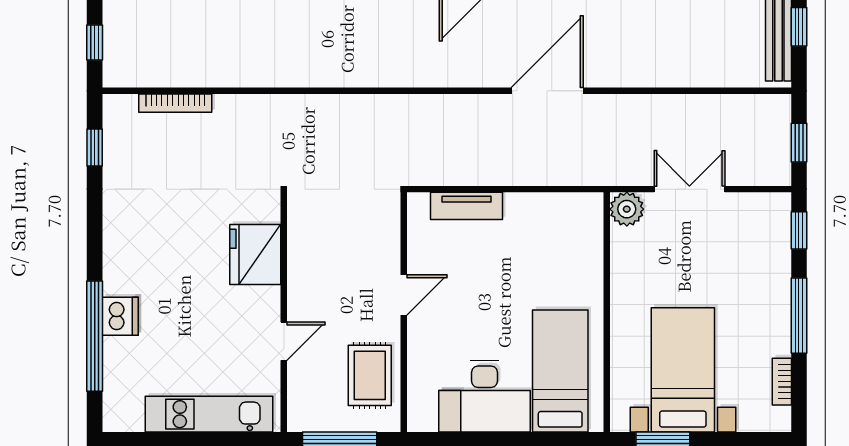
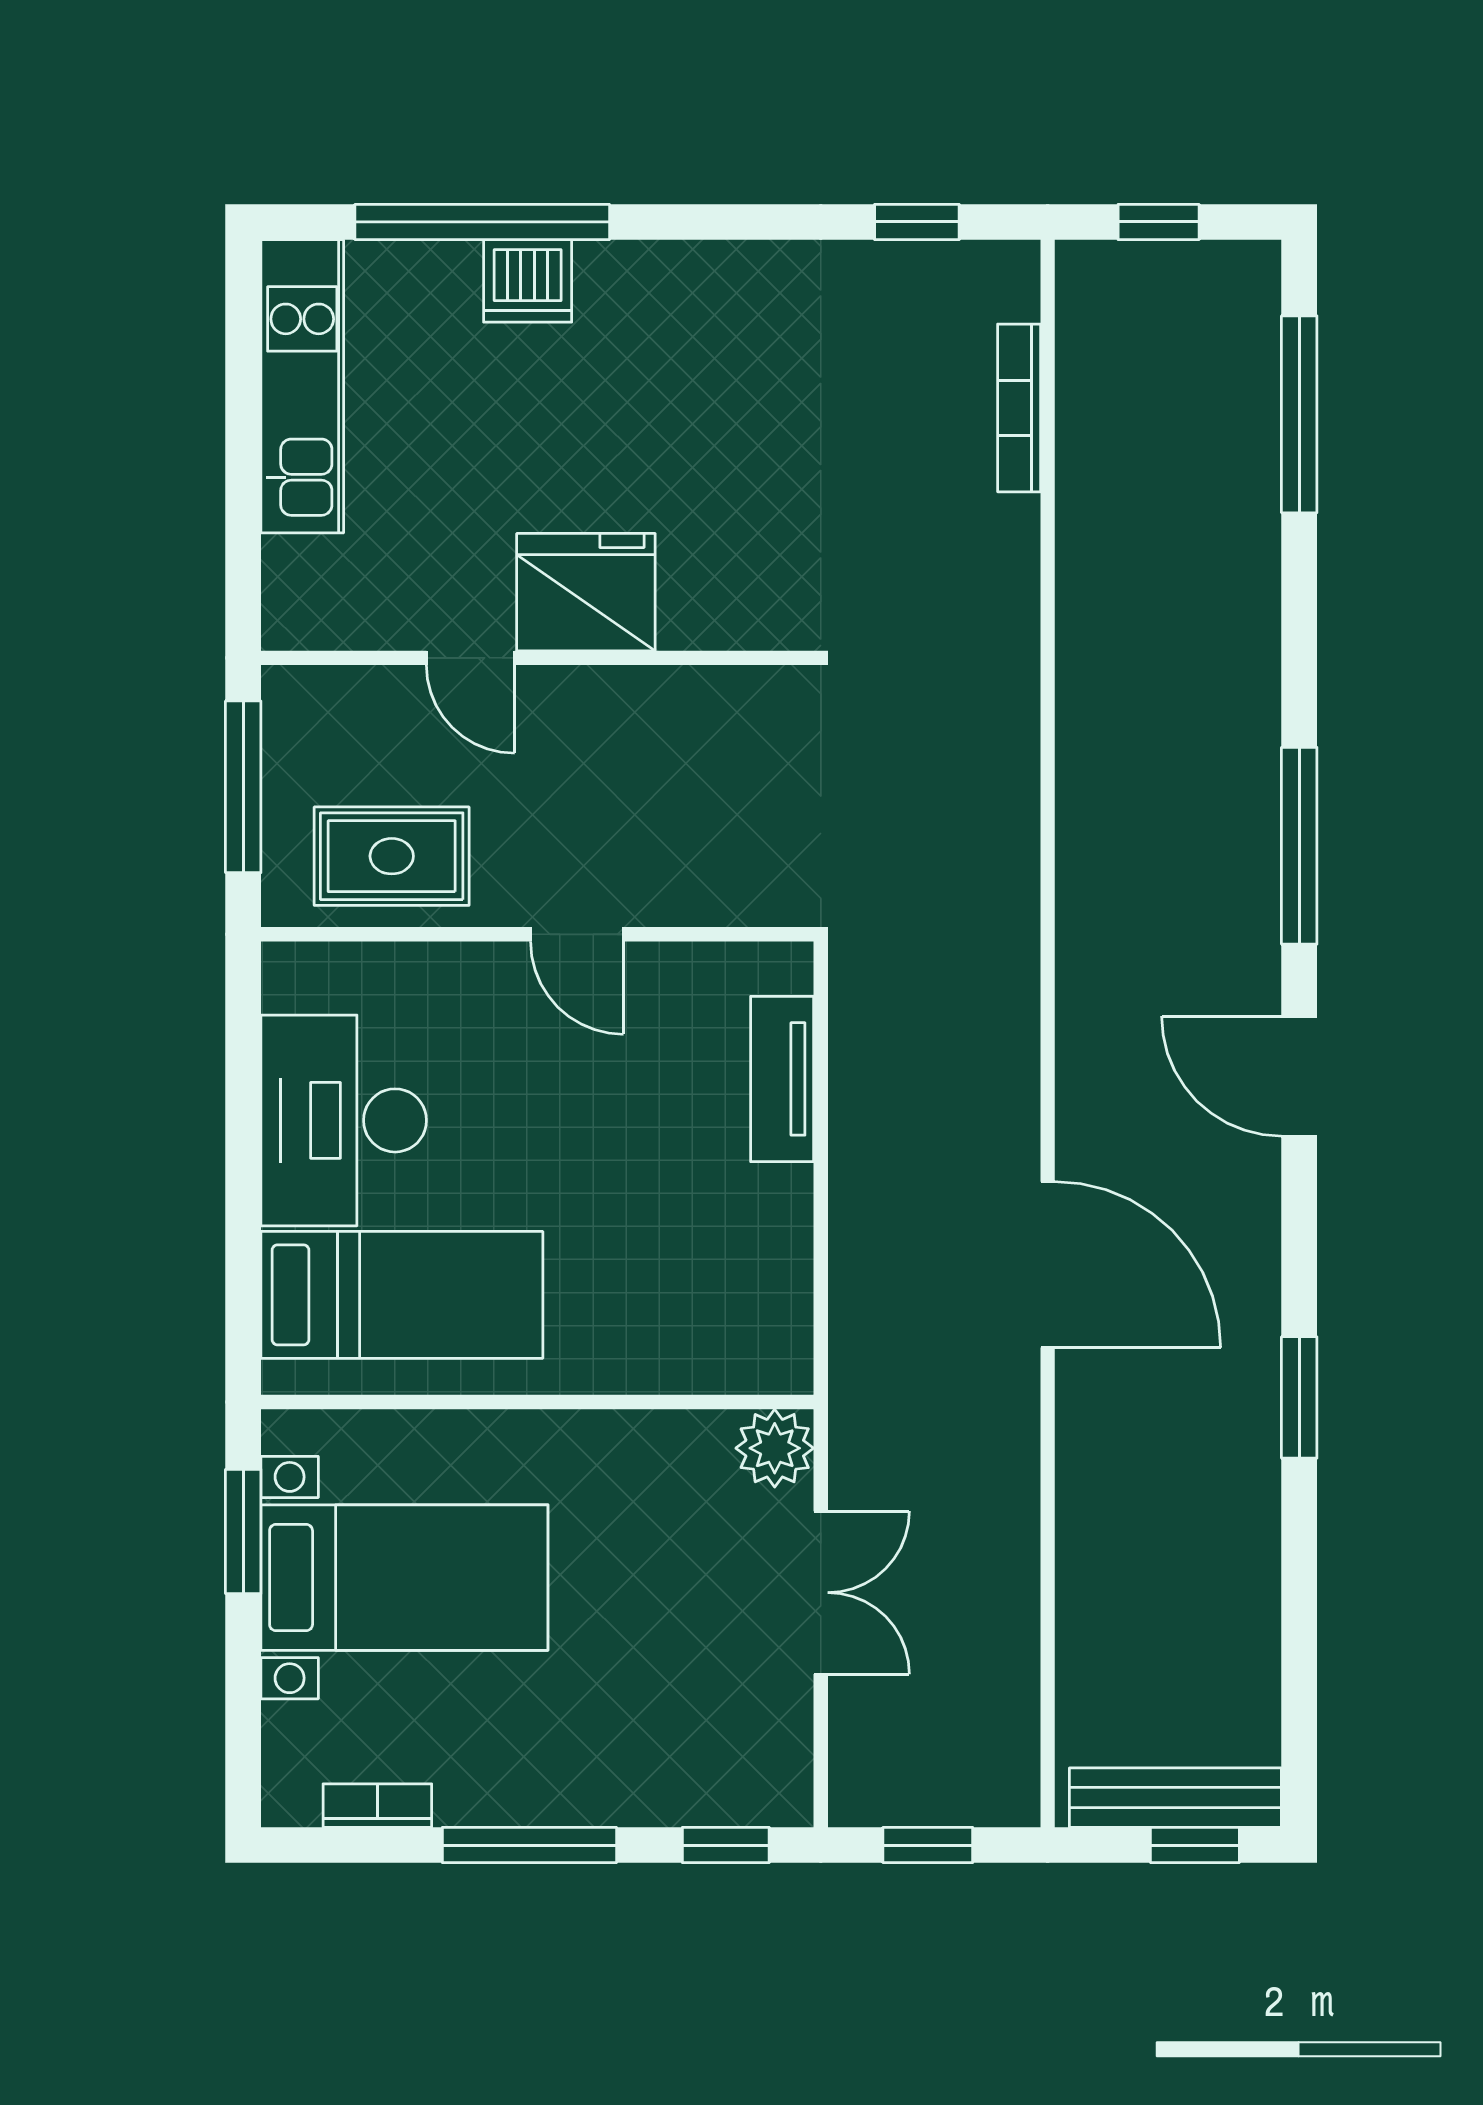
fridge: (255, 254) -> (586, 592), moved
kitchen unit: (209, 414) -> (302, 386), moved

